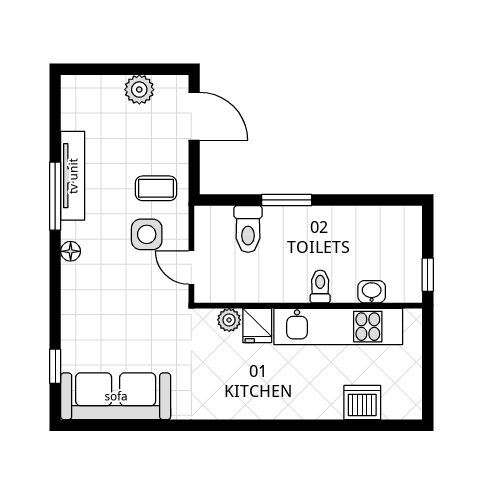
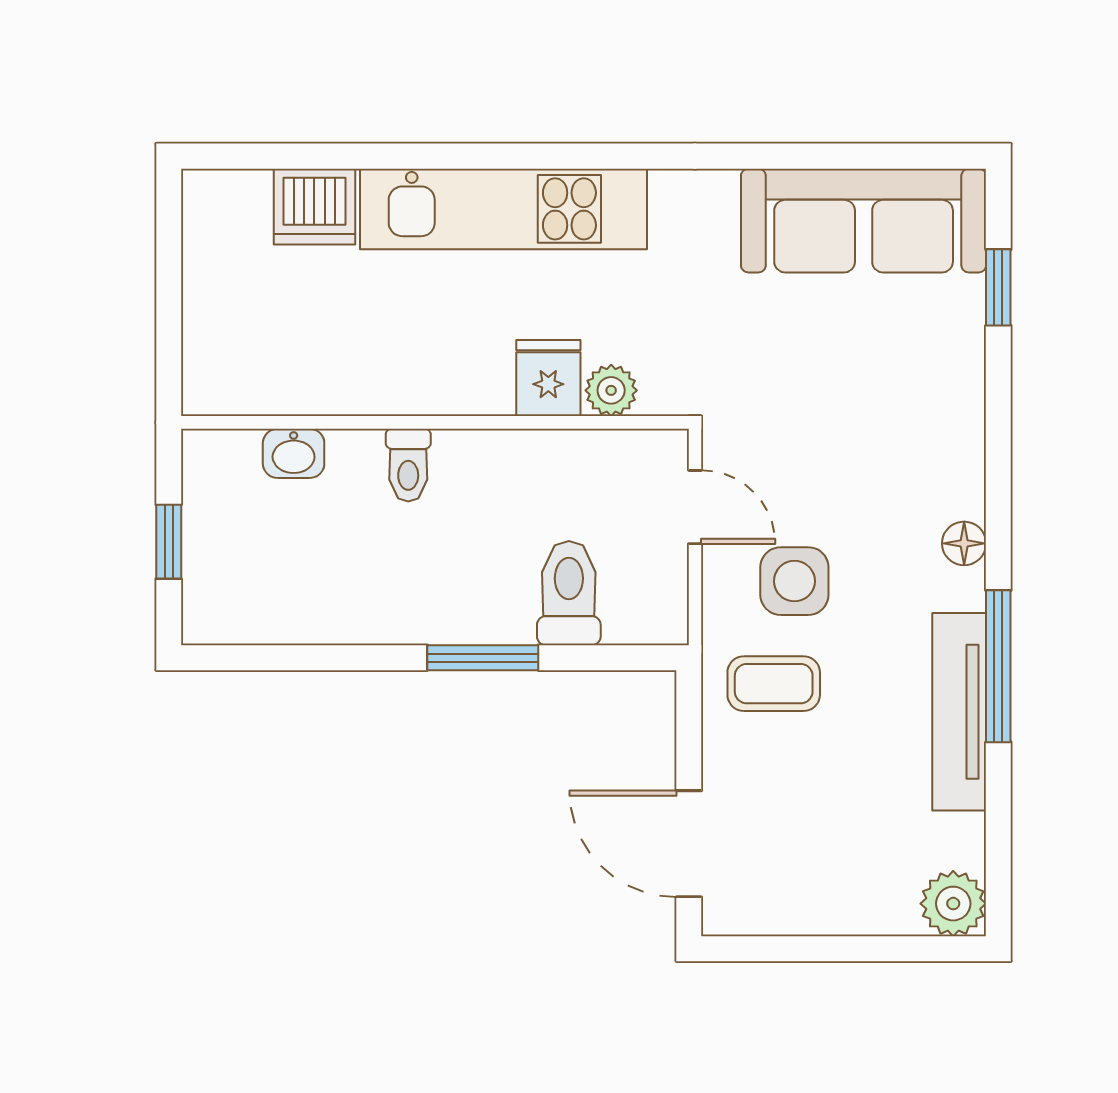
plant: (139, 90) -> (953, 904), moved
window: (428, 275) -> (169, 542), moved
kitchen unit: (338, 327) -> (503, 209), moved, turned 180

